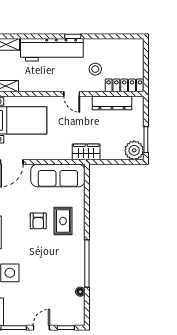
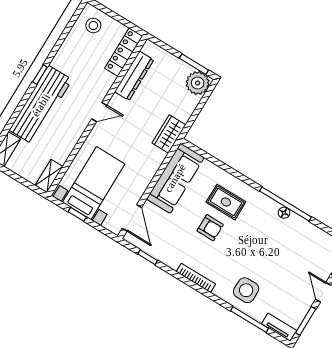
stool: (95, 69) -> (93, 26), moved
floor lamp: (80, 292) -> (284, 213), moved

